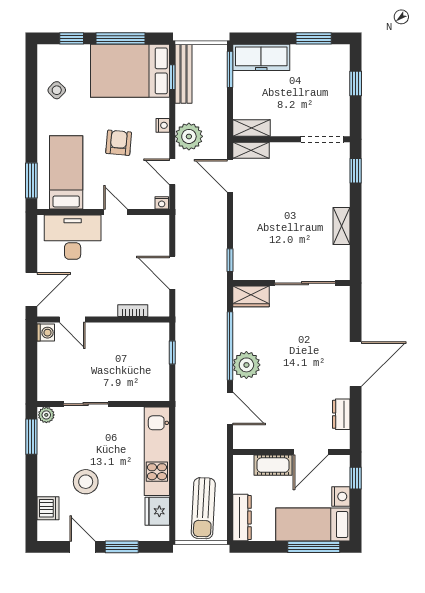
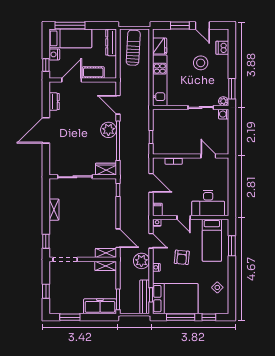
window: (31, 180) -> (232, 246), moved
filing cabinet: (161, 226) -> (157, 209), added
door: (31, 289) -> (232, 173), removed
washing machine: (46, 333) -> (224, 114), moved

